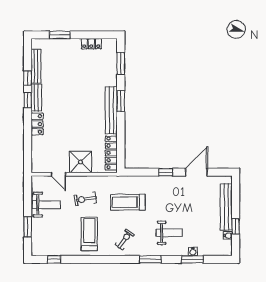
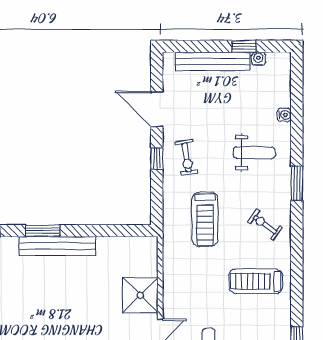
locker: (111, 153) -> (126, 246), removed
exercise bike: (85, 199) -> (187, 157), moved
weight bench: (169, 233) -> (254, 153), turned 90
window: (193, 259) -> (297, 115), removed

